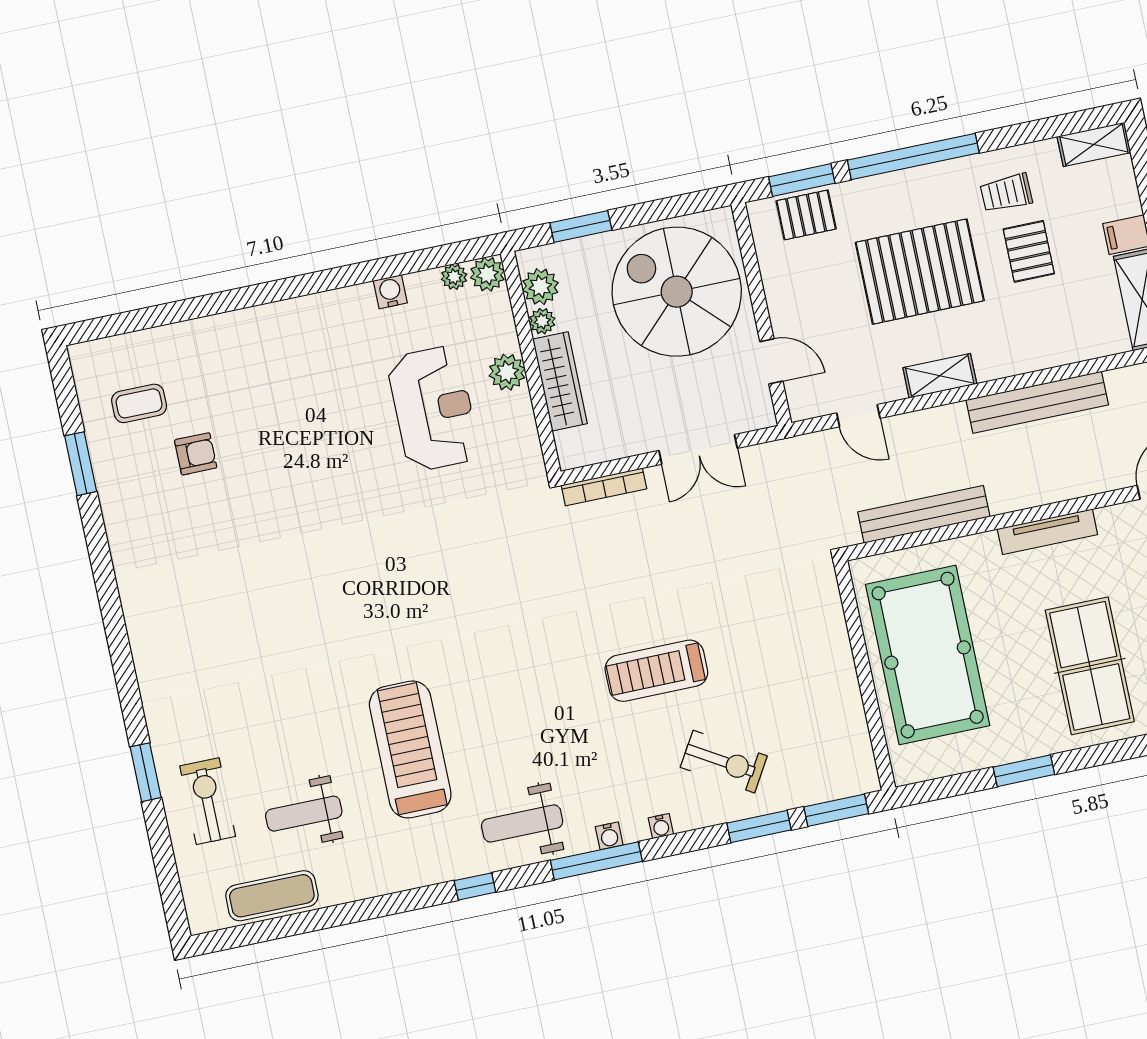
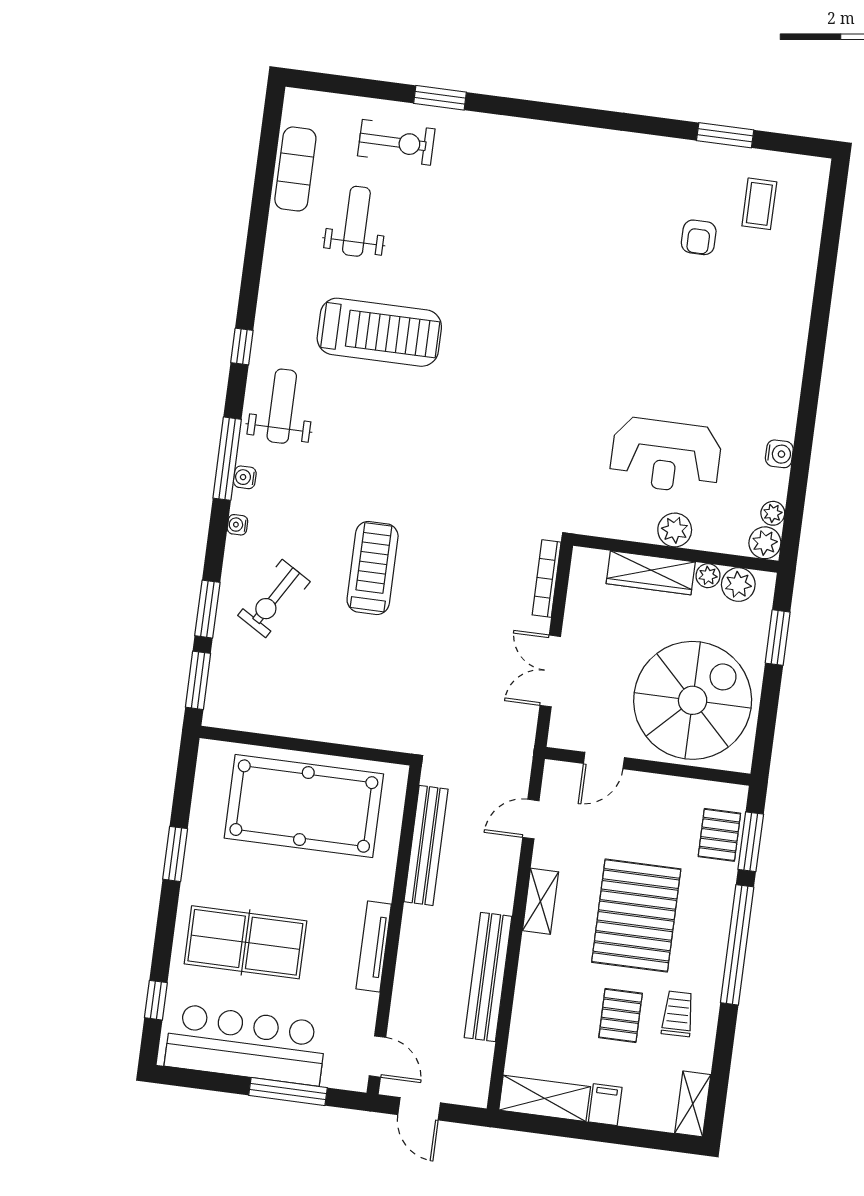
pallet: (1029, 251) -> (621, 1015), turned 90

